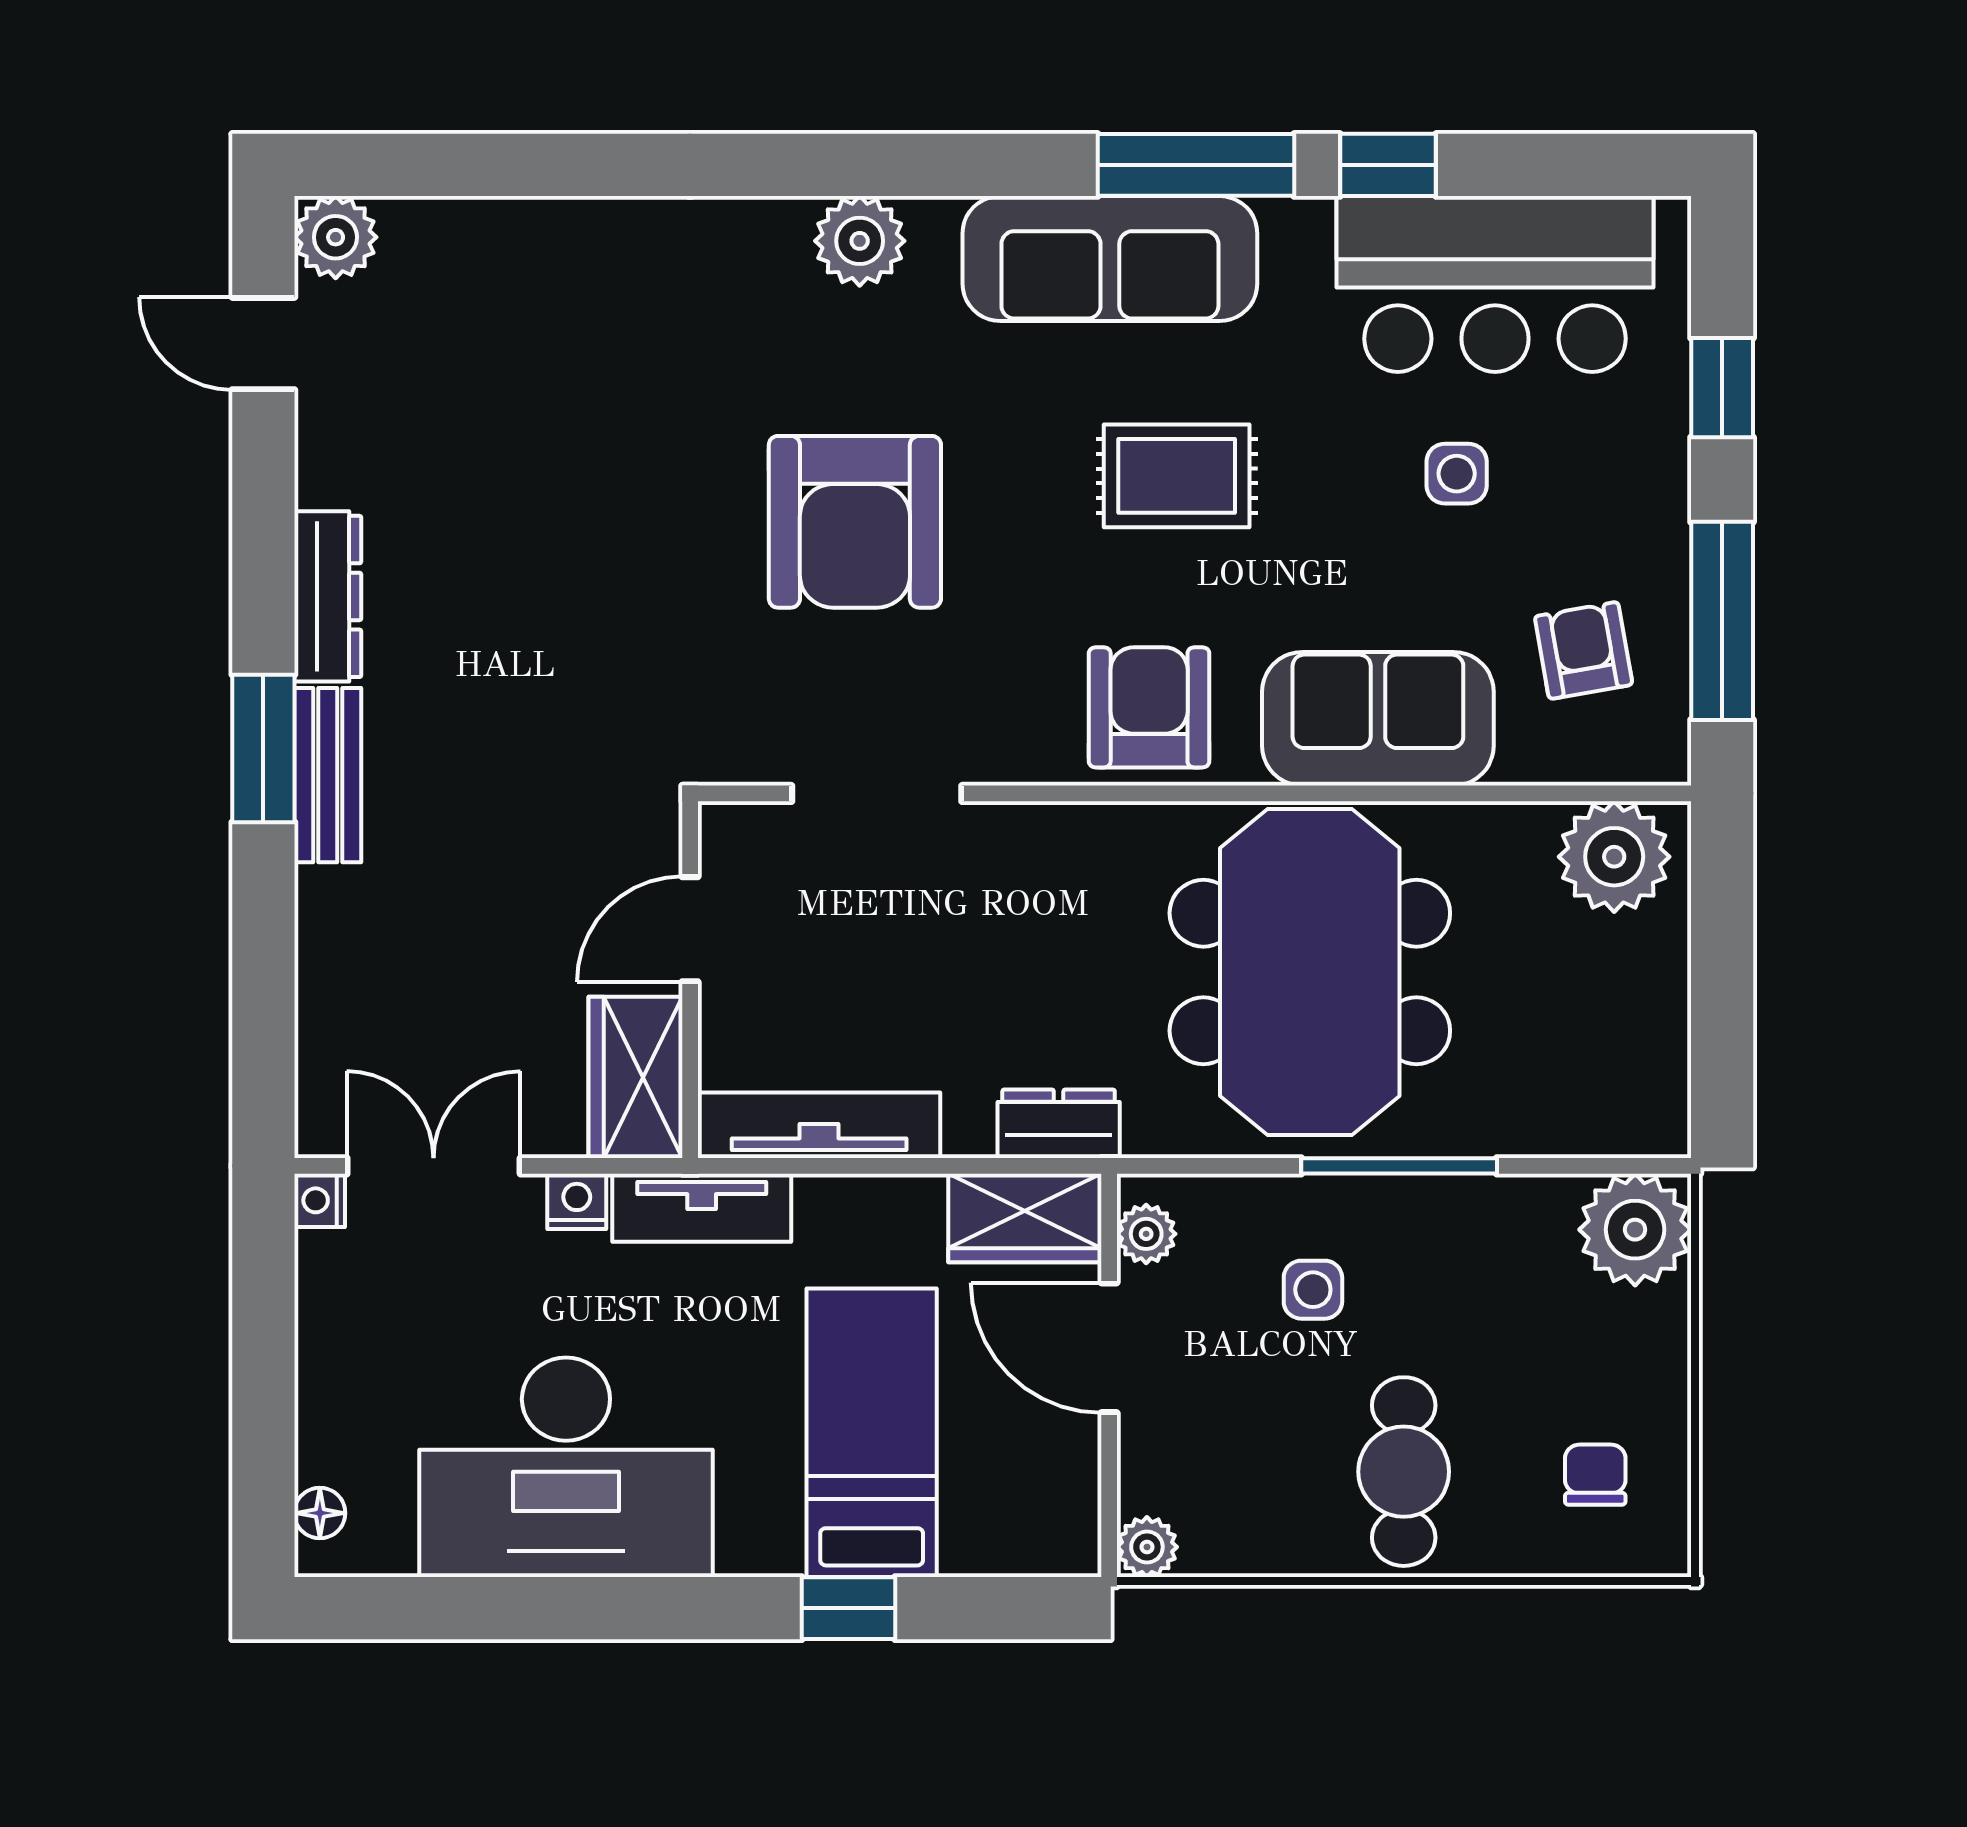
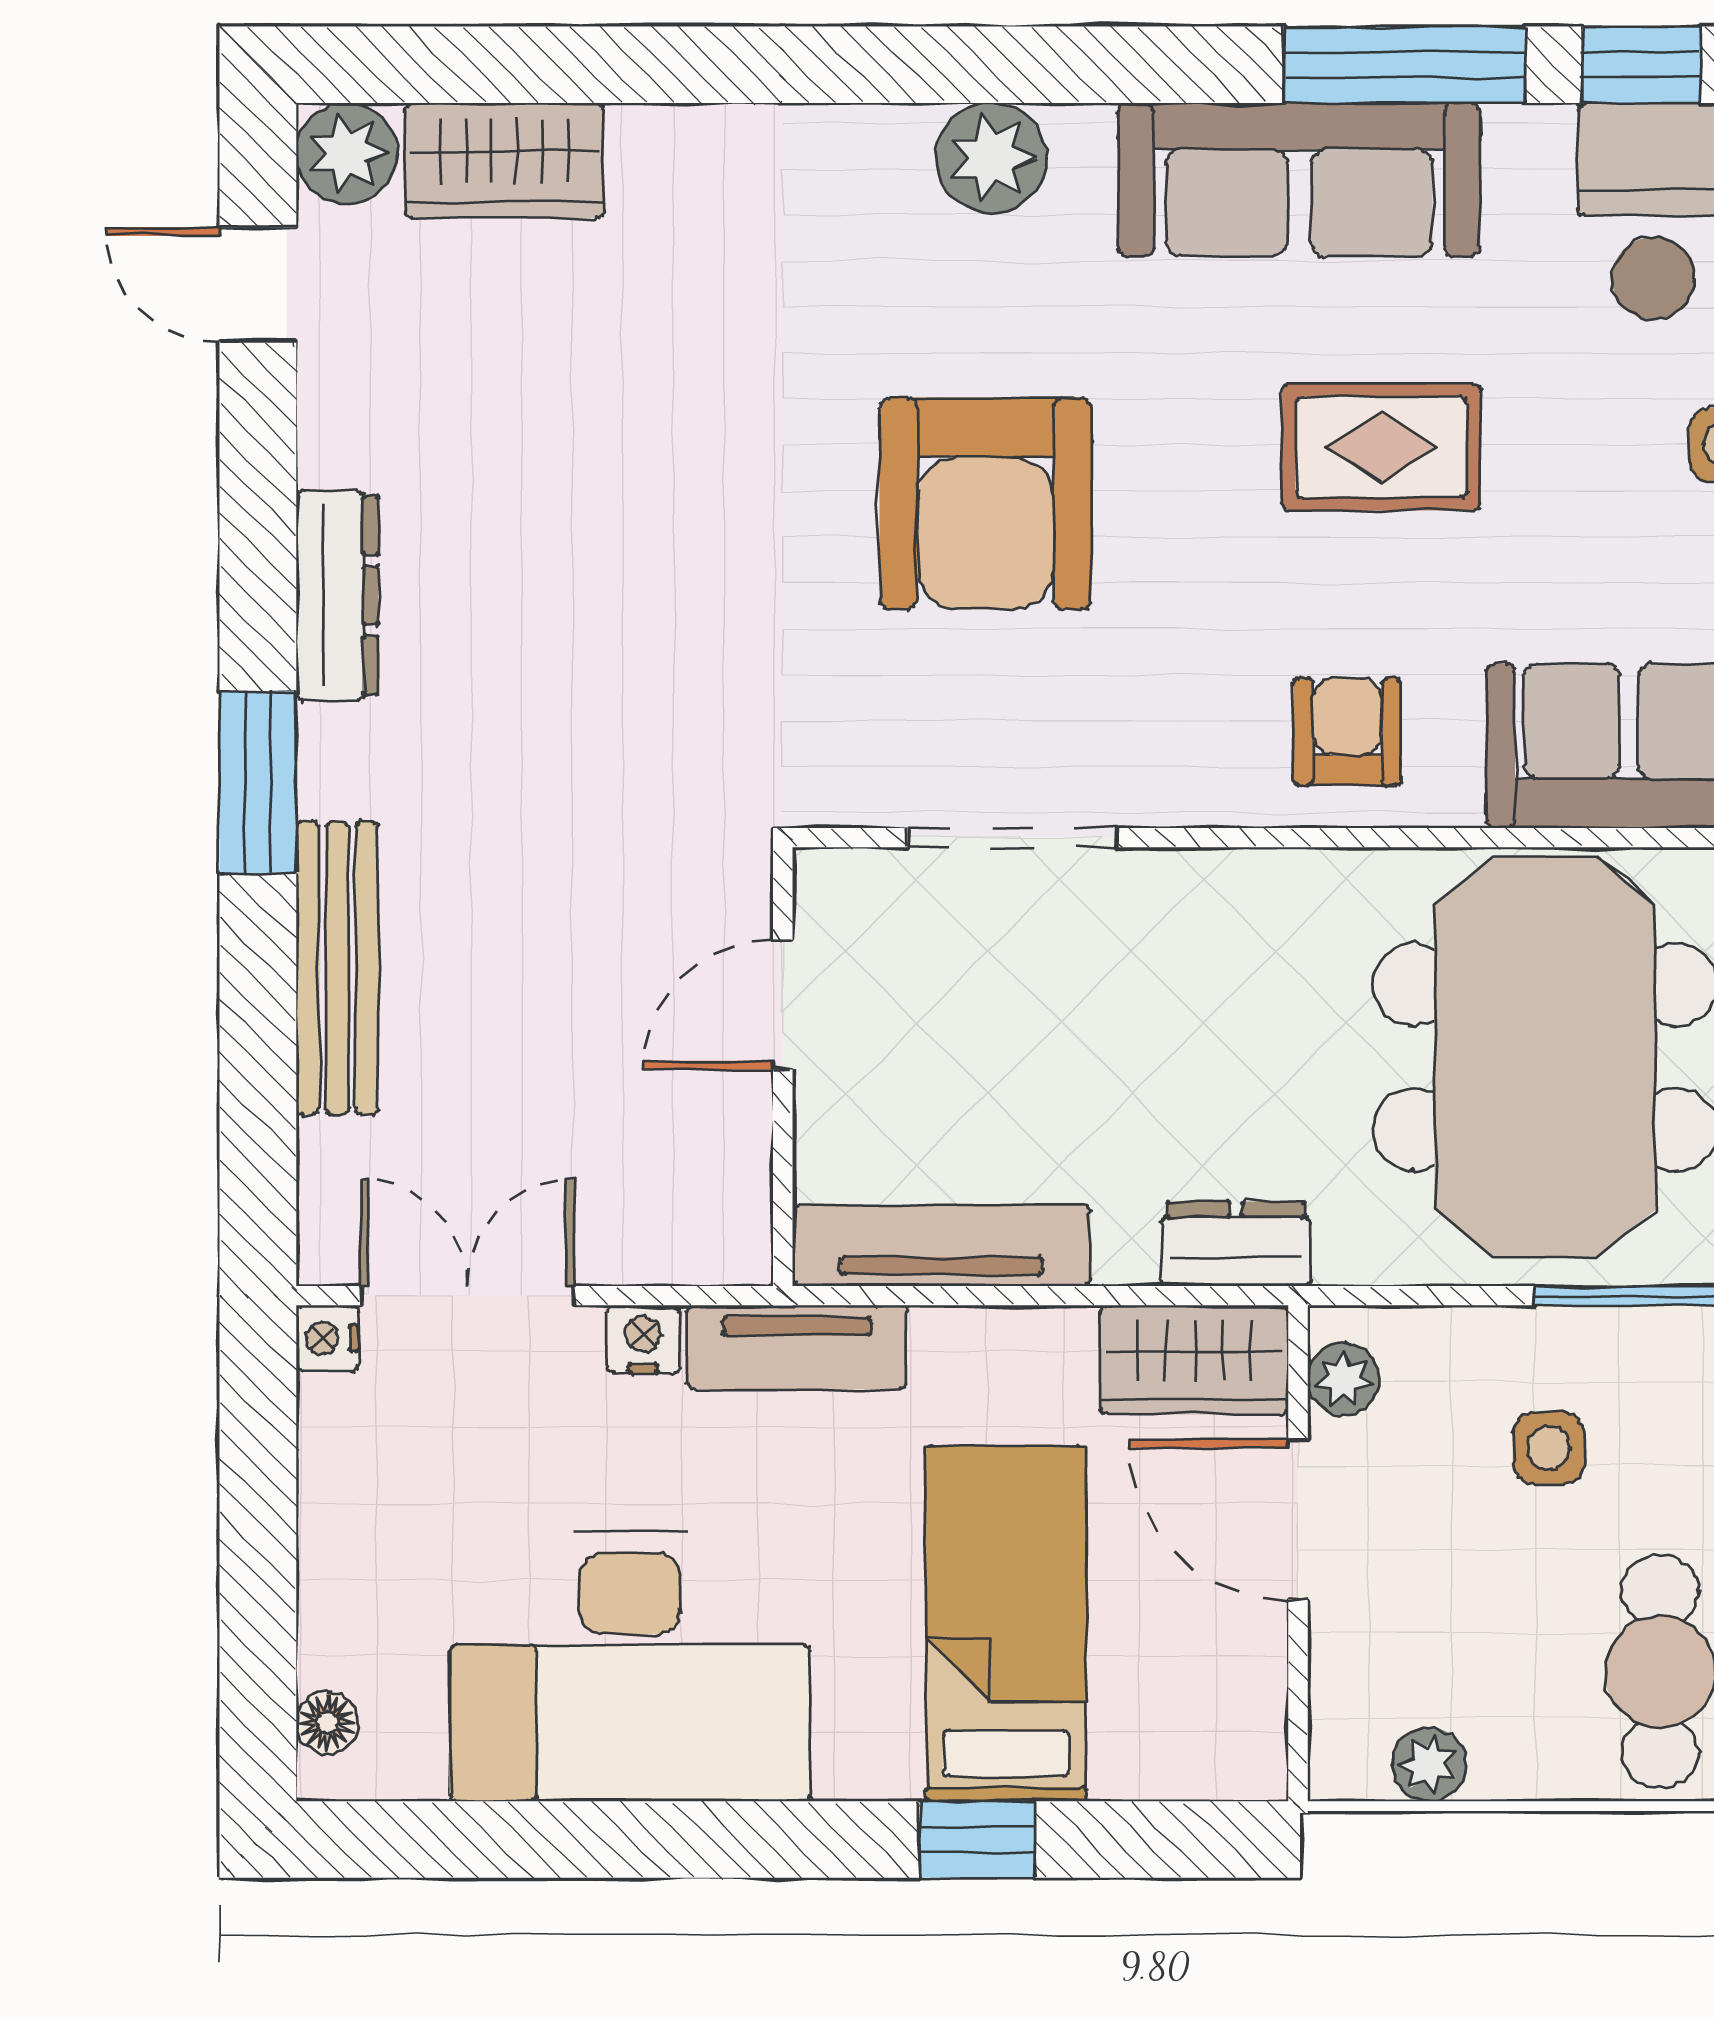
armchair: (1149, 707) -> (1347, 732), width x0.72, depth x0.72
bench: (328, 775) -> (337, 968), moved, width x1.36
wardrobe: (635, 1077) -> (504, 160), moved, turned -90
plant: (1147, 1547) -> (1429, 1764), moved

